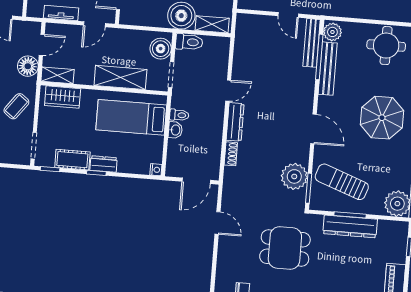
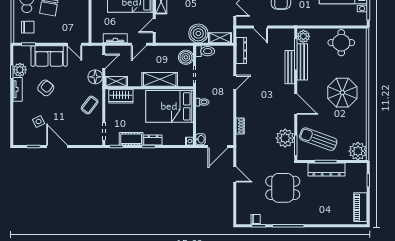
door: (288, 15) -> (260, 27), moved
bench: (312, 43) -> (290, 67), moved
bed: (131, 117) -> (169, 106), width x1.50
dresser: (235, 122) -> (241, 50), moved
washbasin: (175, 130) -> (200, 139), moved

